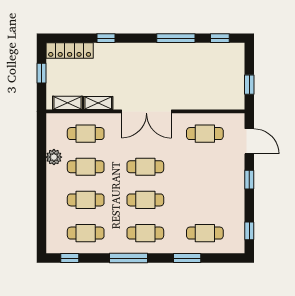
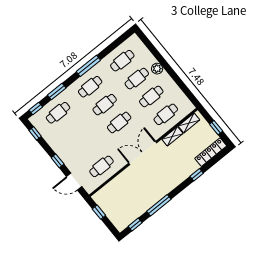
plant: (54, 157) -> (157, 69), moved
window: (70, 258) -> (36, 108), moved

